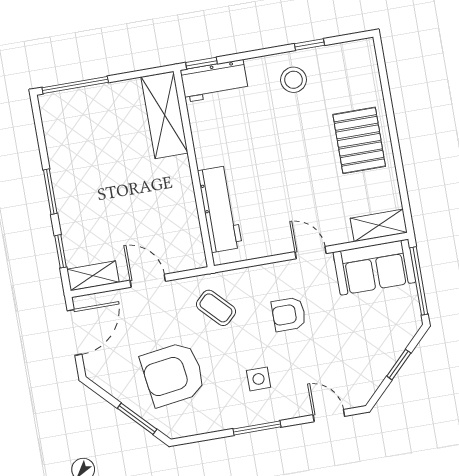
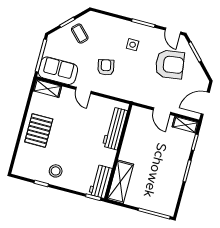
workbench: (214, 81) -> (100, 181), moved, turned -90
coffee table: (216, 308) -> (80, 34), moved
armchair: (289, 314) -> (106, 67), turned -102
door: (329, 416) -> (173, 31), moved

